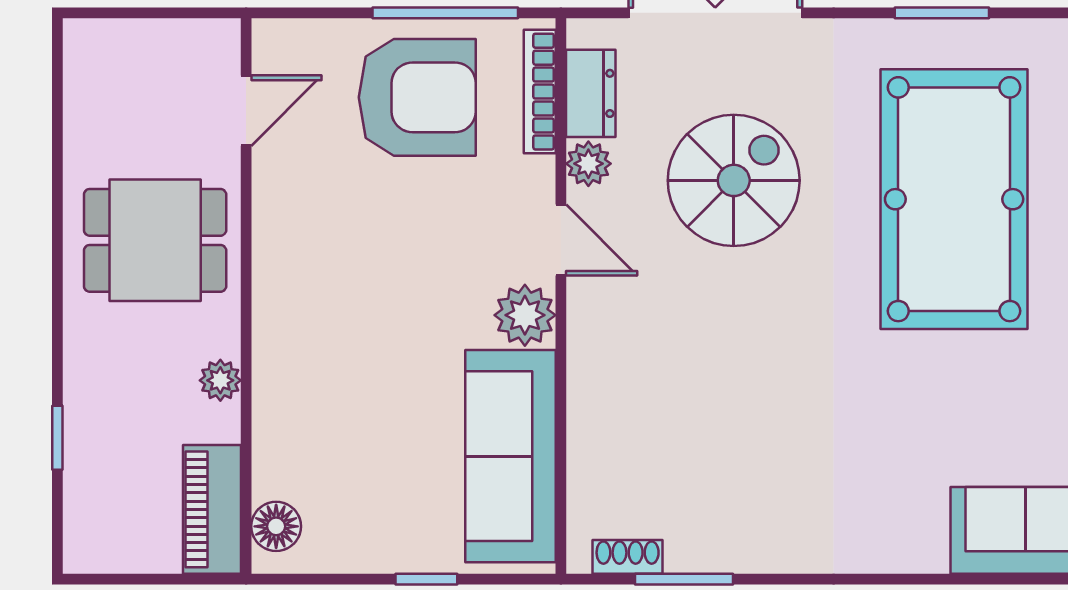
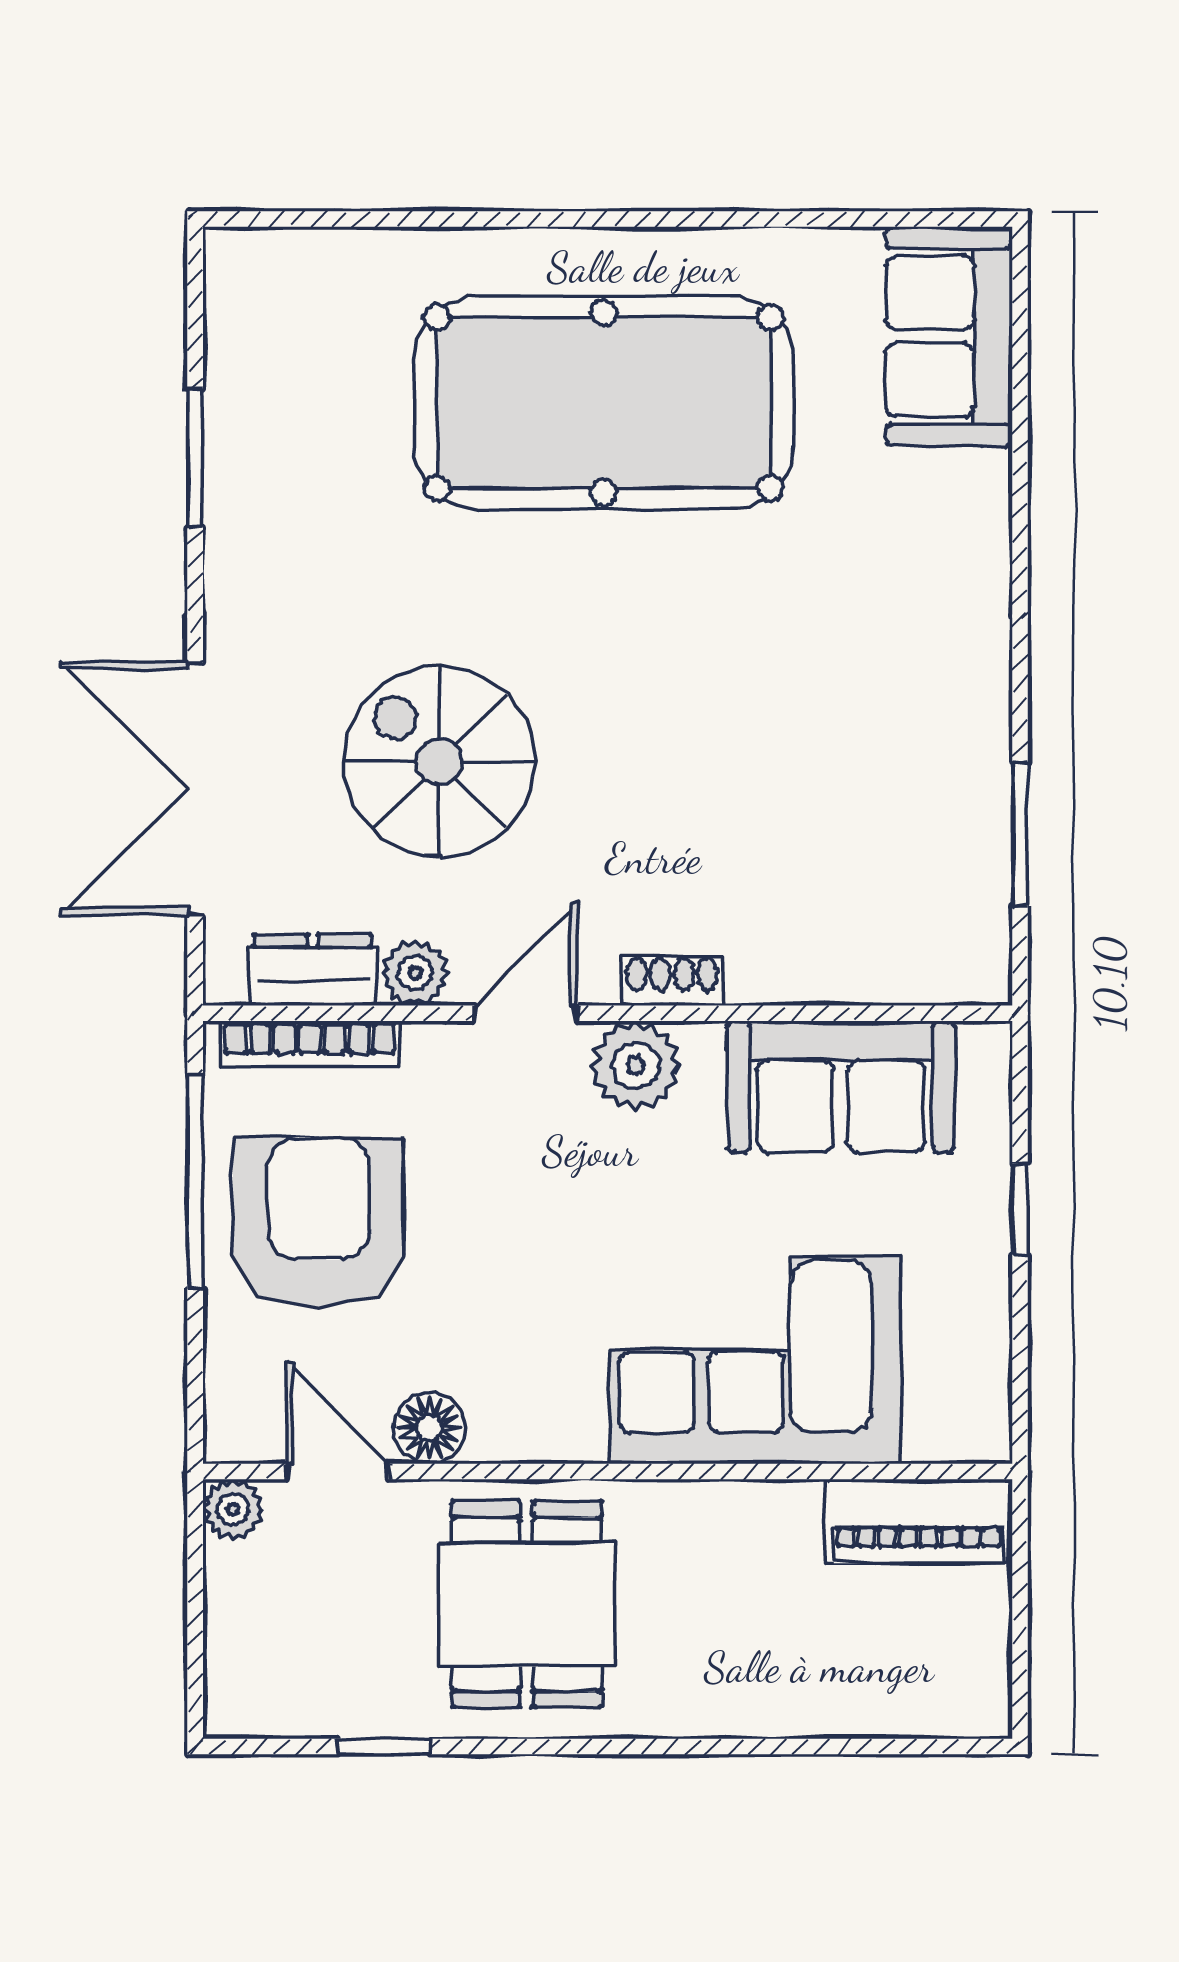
pool table: (954, 199) -> (604, 403), moved
plant: (220, 380) -> (233, 1509), moved
corner sofa: (323, 397) -> (755, 1360), added
window: (57, 438) -> (384, 1747), moved
sofa: (510, 456) -> (841, 1087), width x0.73
floor lamp: (276, 526) -> (429, 1428), moved
shoe rack: (628, 557) -> (672, 981), moved, turned 90

